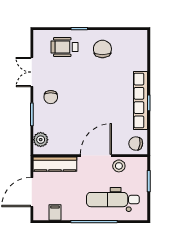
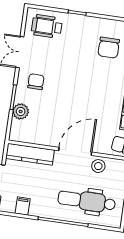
wheelchair: (64, 47) -> (47, 26), moved
chair: (102, 49) -> (109, 48), moved, turned 180
chair: (51, 97) -> (36, 82), turned 180
plant: (41, 140) -> (21, 111), moved

